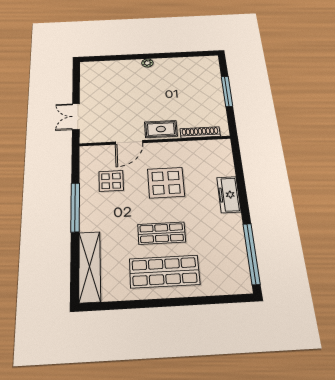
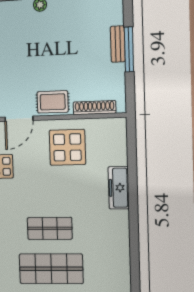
bench: (217, 88) -> (118, 44), added
display table: (166, 183) -> (67, 147), moved
window: (251, 254) -> (135, 255), removed

